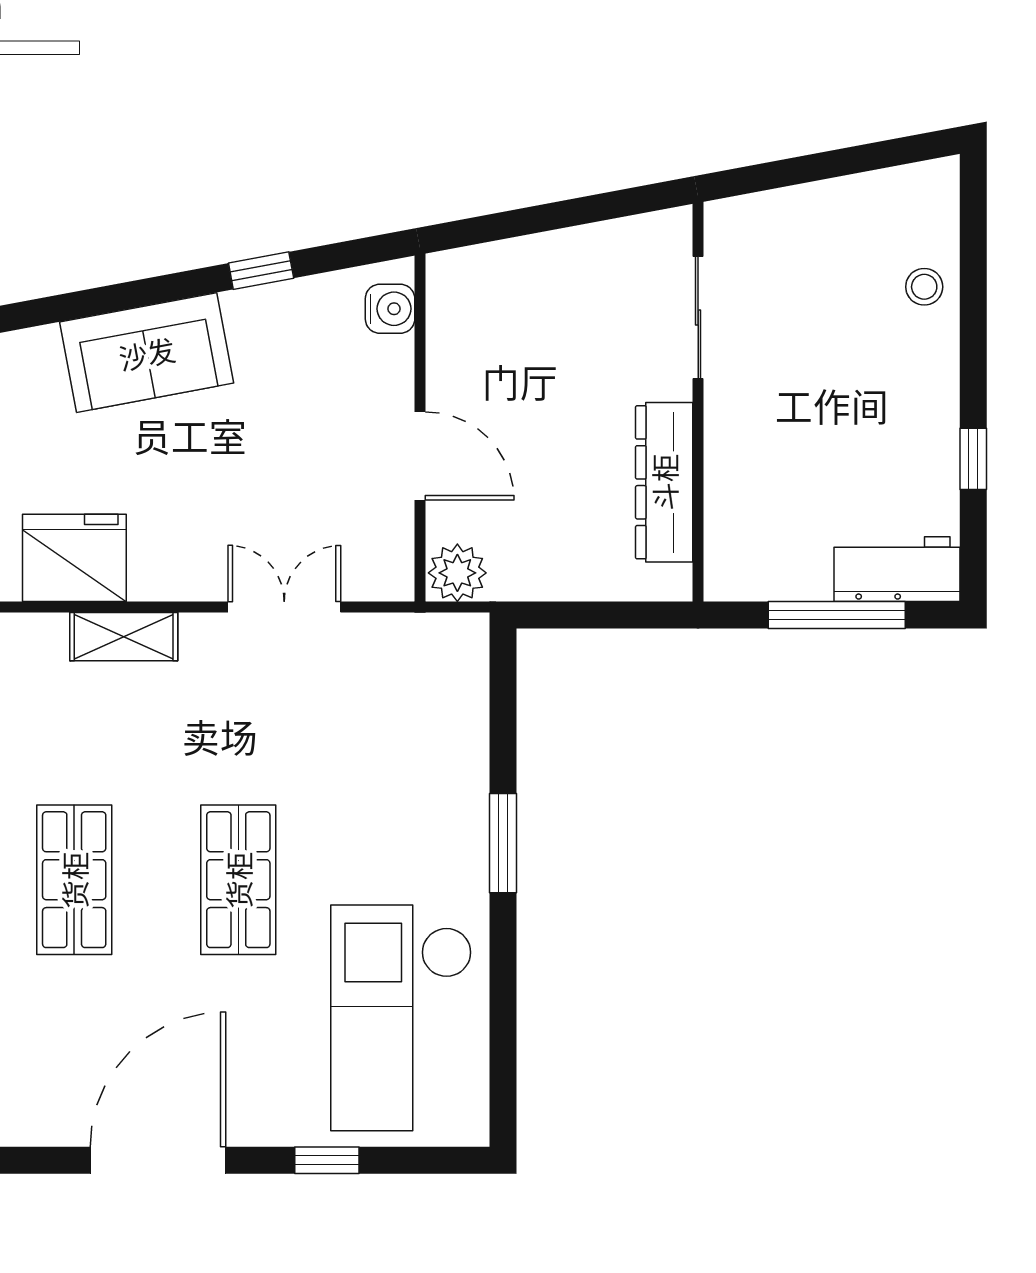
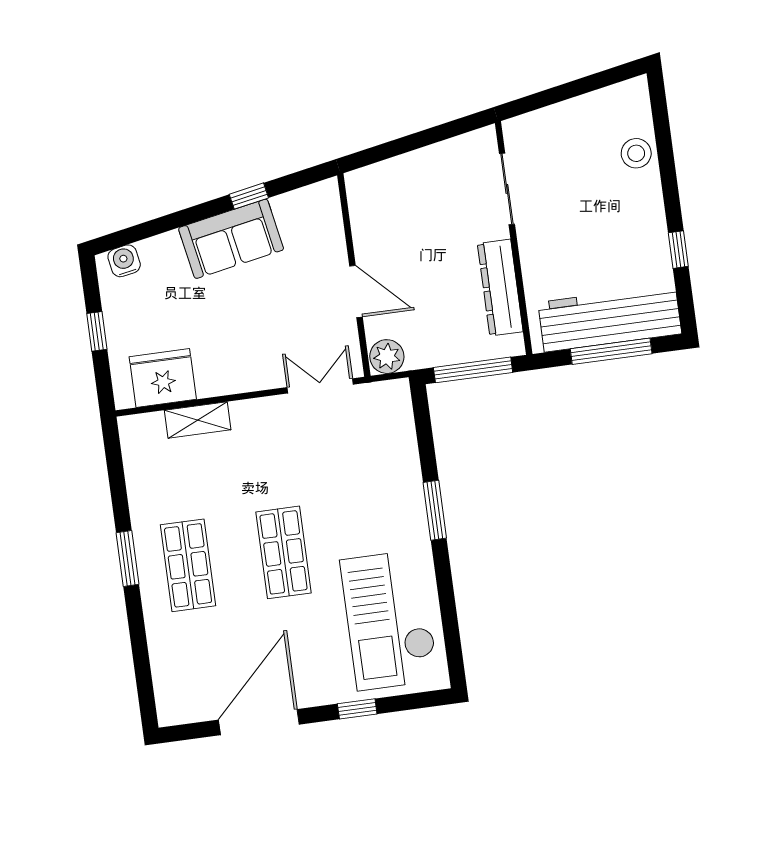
stool: (924, 287) -> (636, 153), width x1.37, depth x1.37
water cooler: (390, 309) -> (124, 261), moved, turned -101
sofa: (147, 353) -> (231, 239), moved
workbench: (897, 569) -> (610, 318), width x1.88, depth x1.32
double door: (284, 607) -> (320, 386), moved
window: (600, 615) -> (473, 370), added

